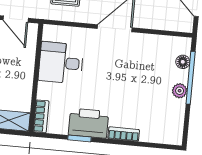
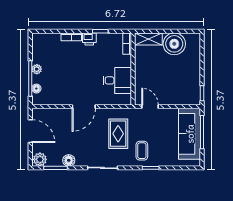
printer: (89, 123) -> (89, 39), width x0.53, depth x0.68

